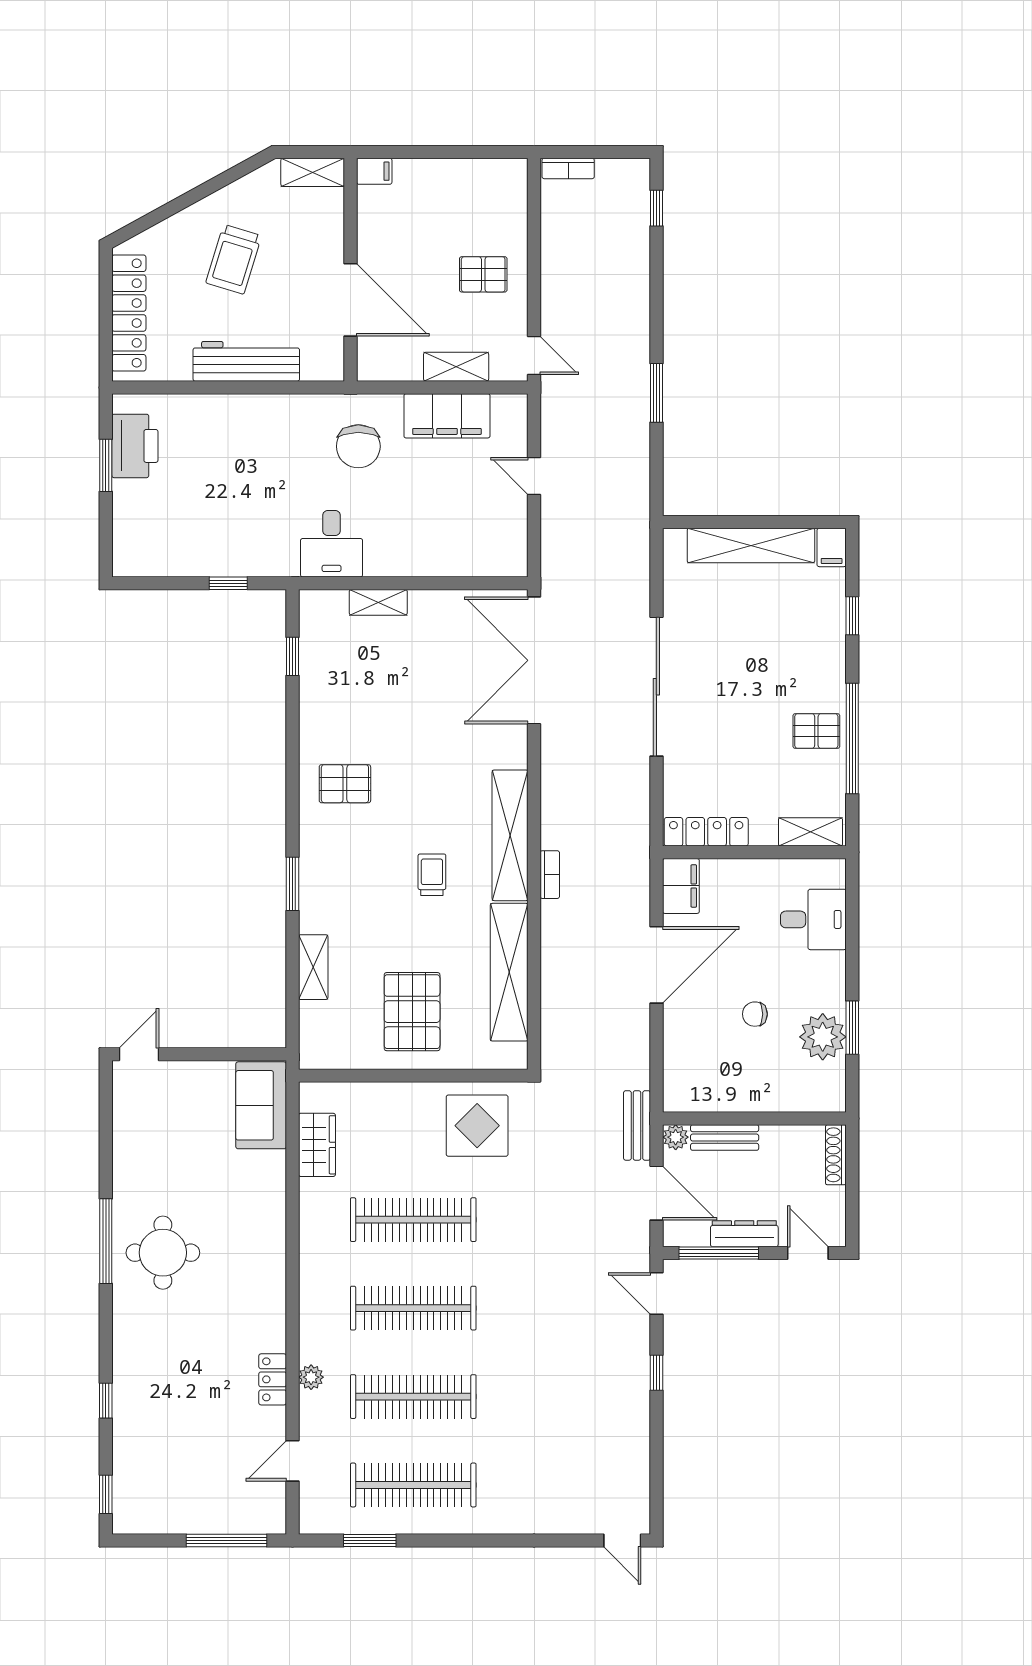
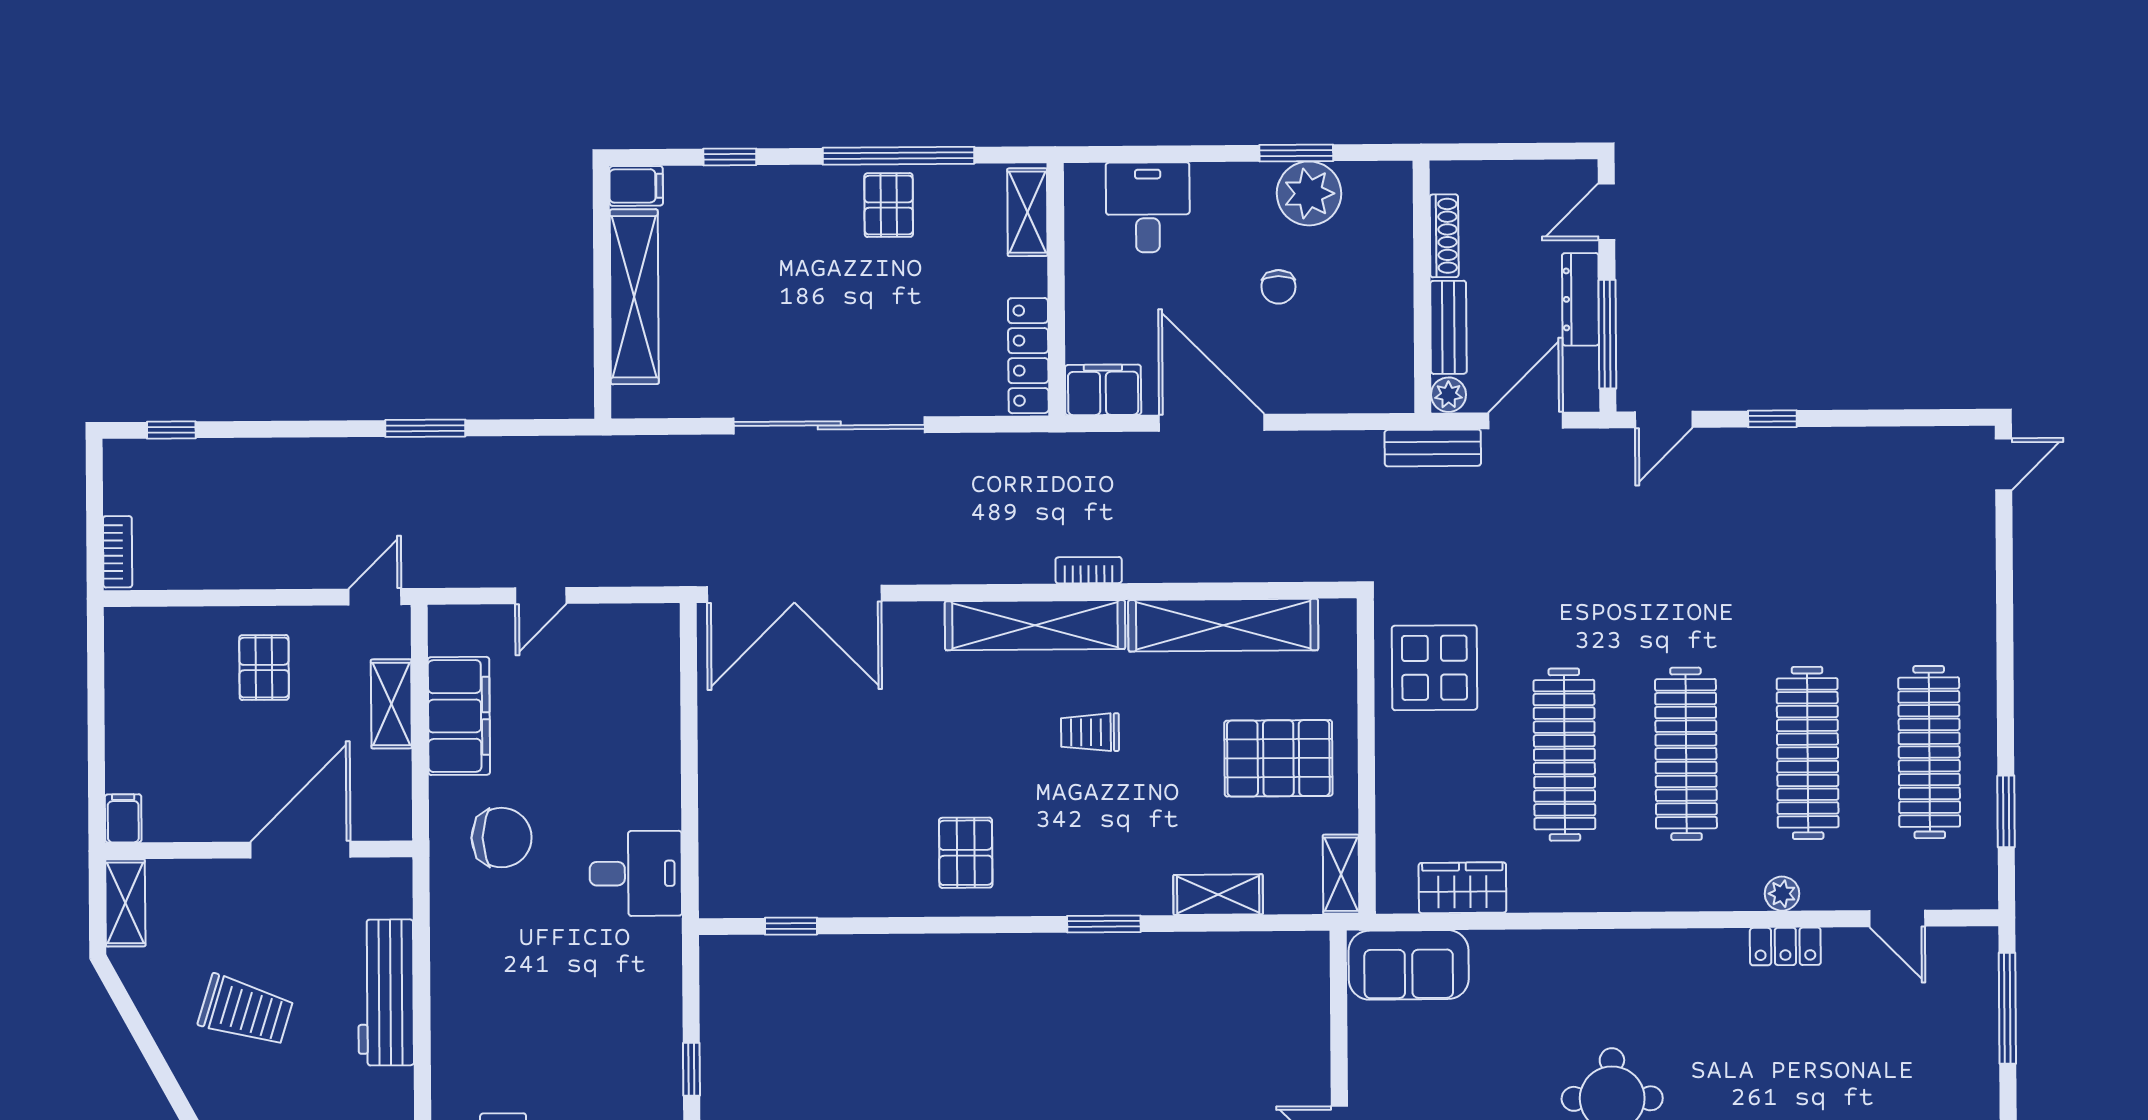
window: (228, 583) -> (691, 1069), moved
shelving: (378, 602) -> (1341, 874), moved
shoe rack: (836, 1155) -> (1444, 236), moved, turned -90

